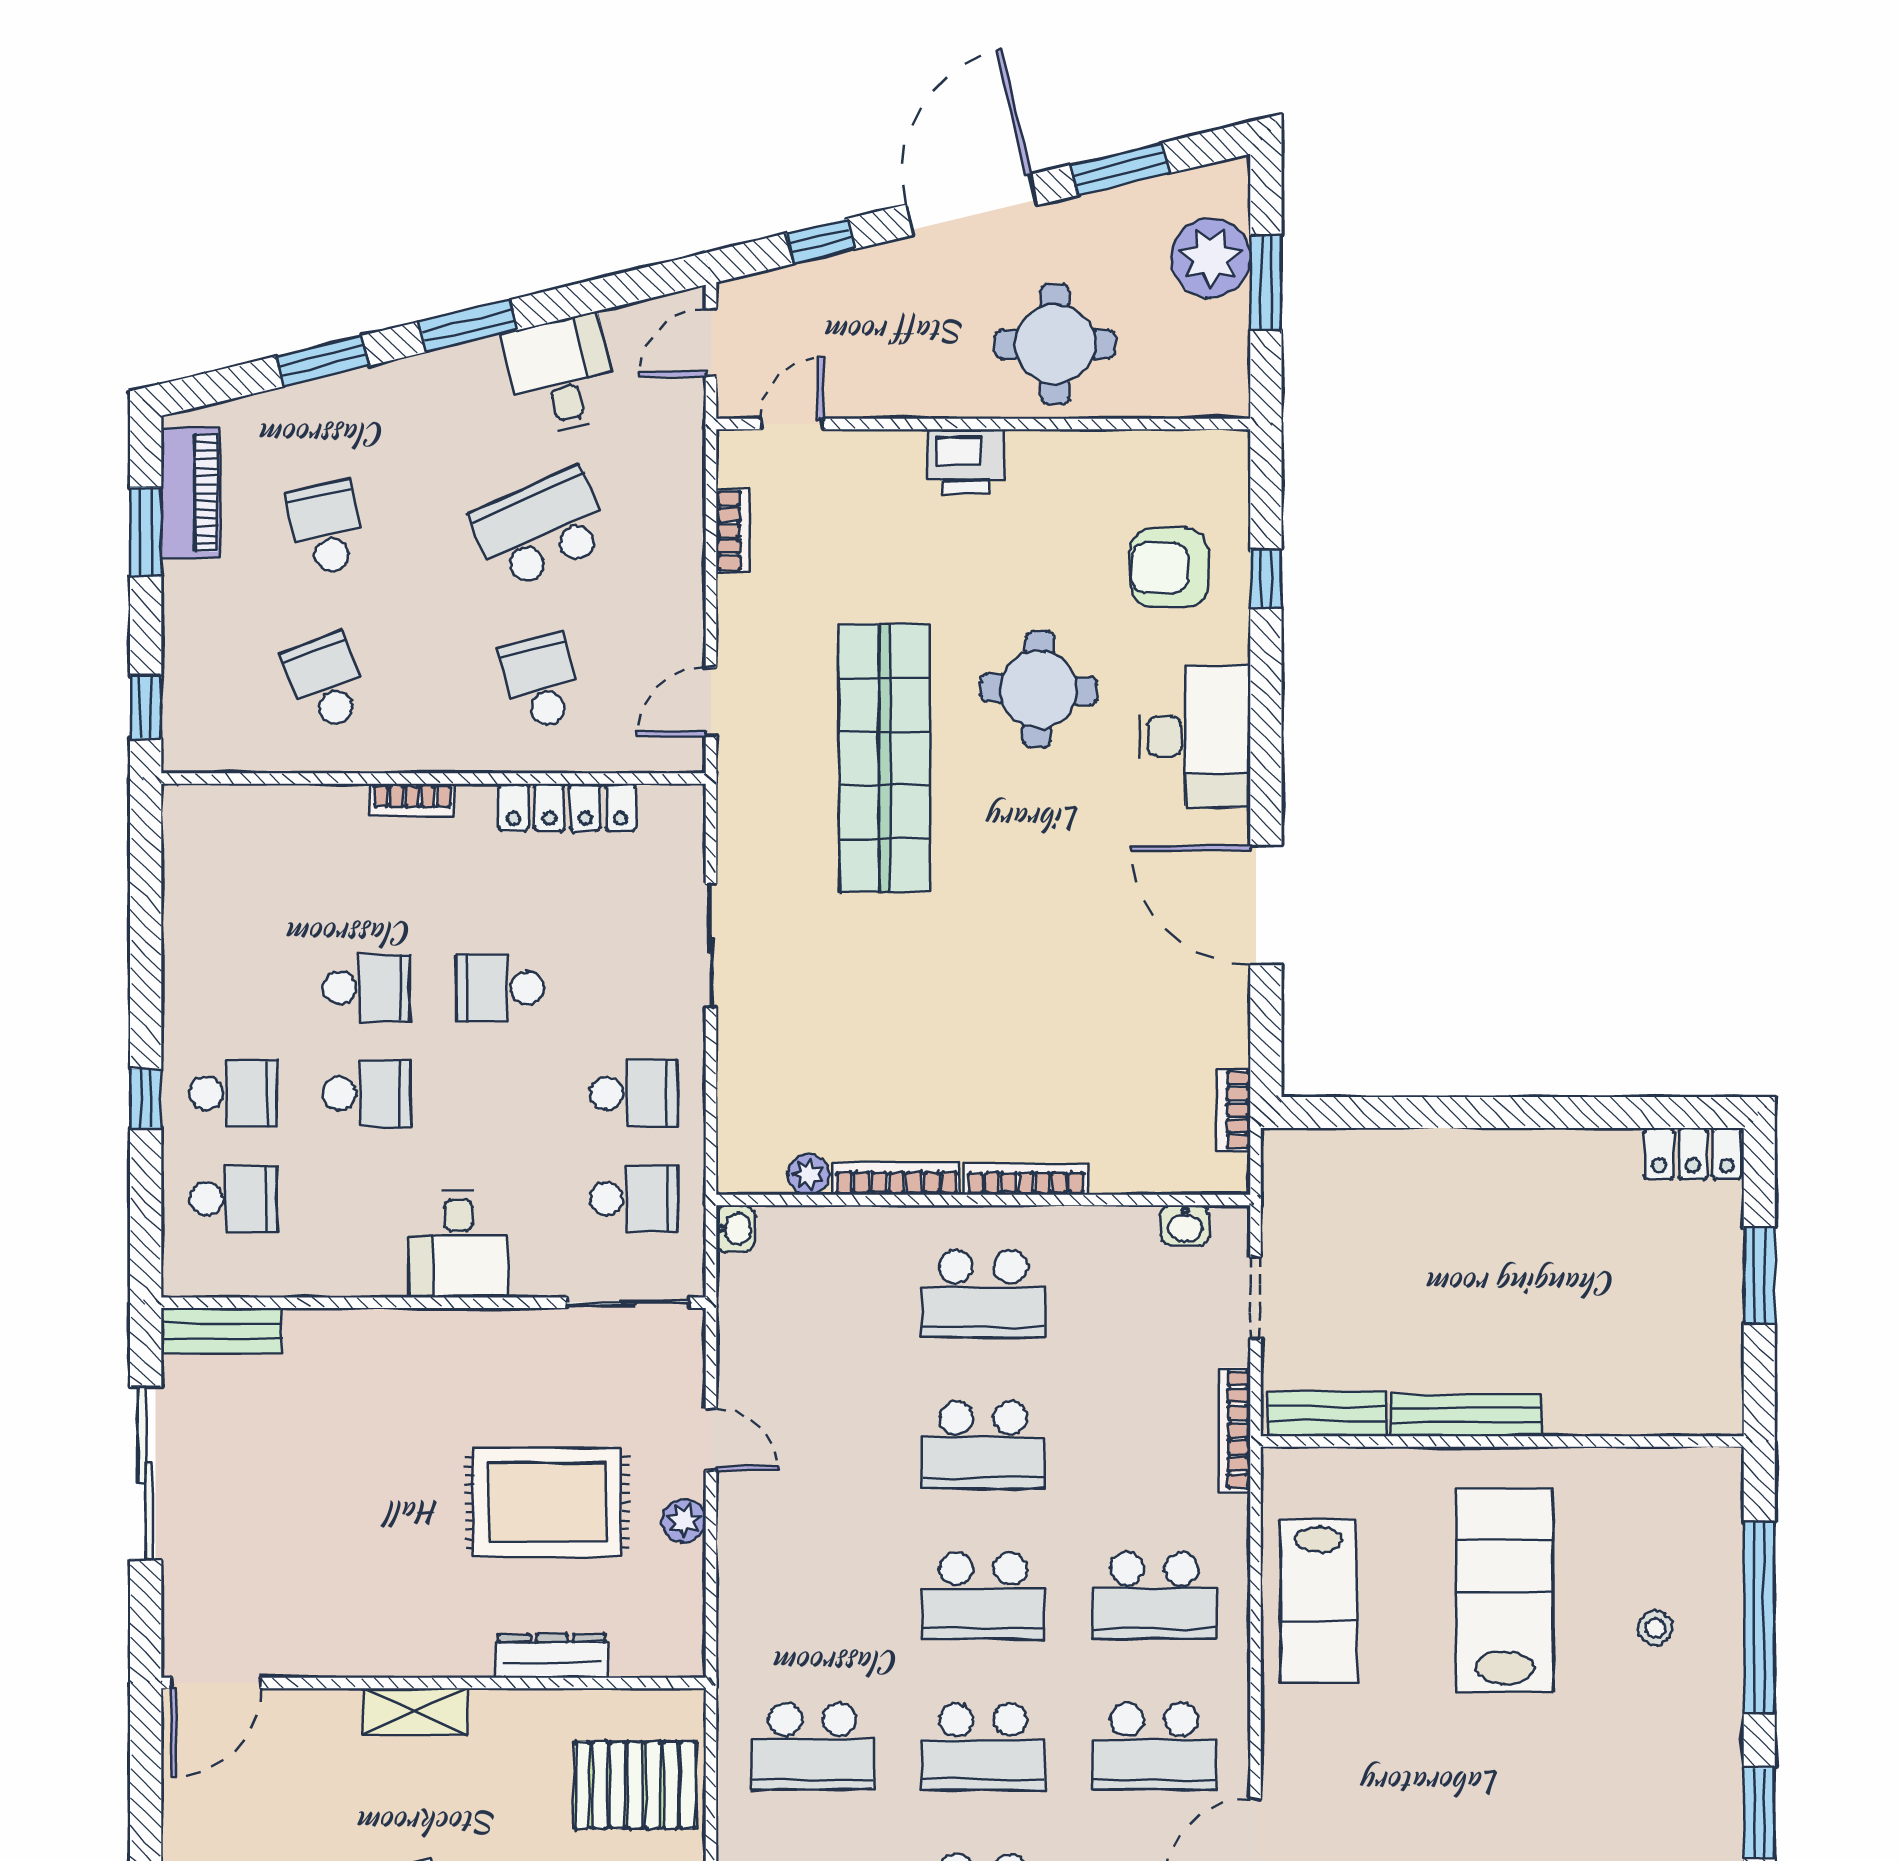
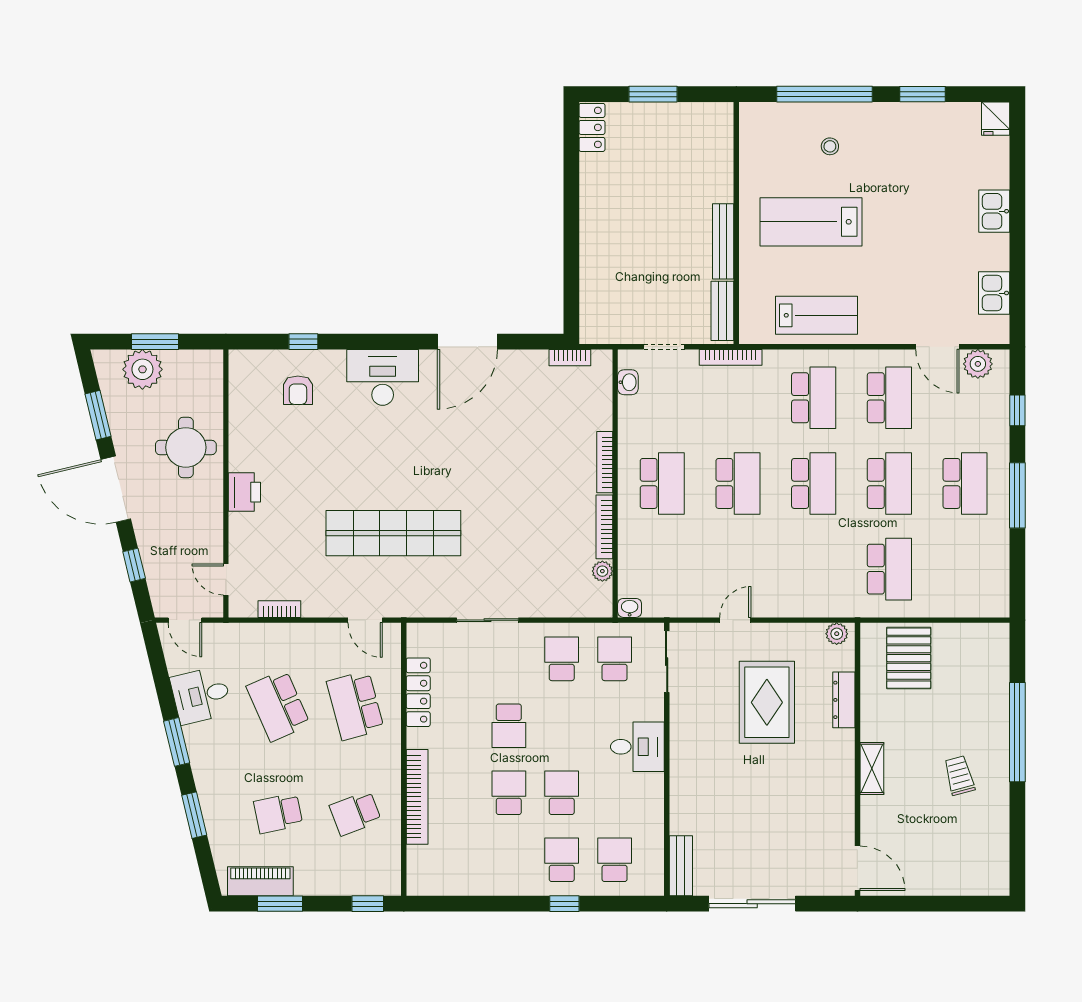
armchair: (1169, 568) -> (298, 390), width x0.72, depth x0.72
school desk: (541, 682) -> (355, 705), width x1.85
round table: (1038, 689) -> (359, 456), removed
bookcase: (412, 800) -> (417, 797), width x2.31, depth x1.31
plant: (684, 1521) -> (837, 634), moved

